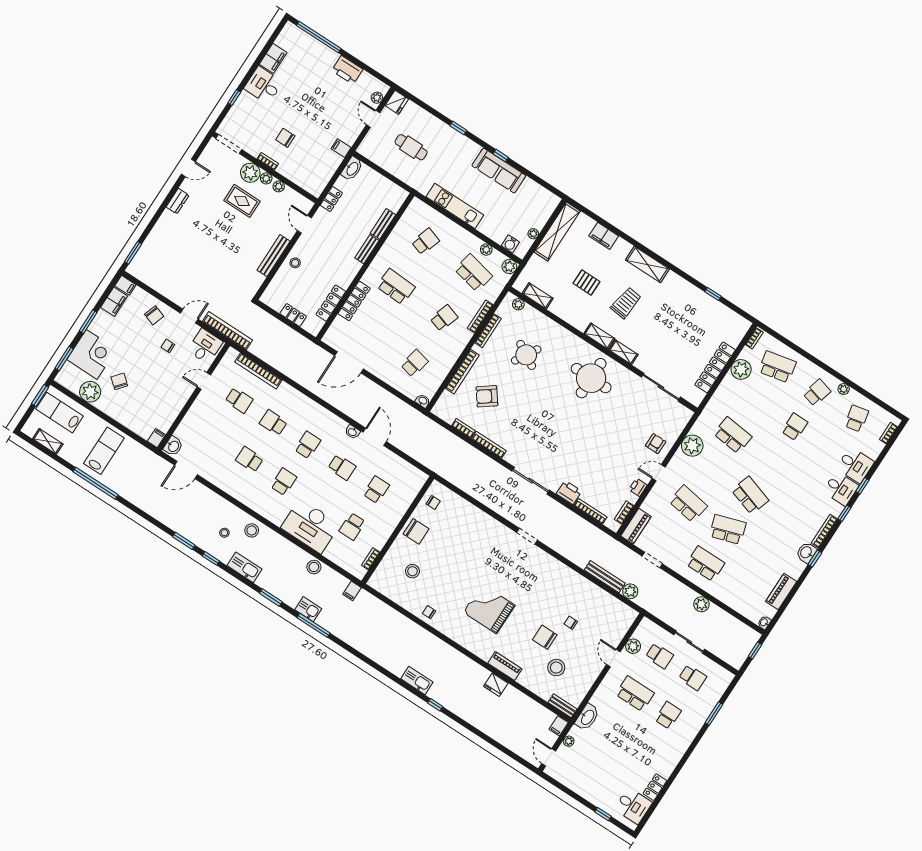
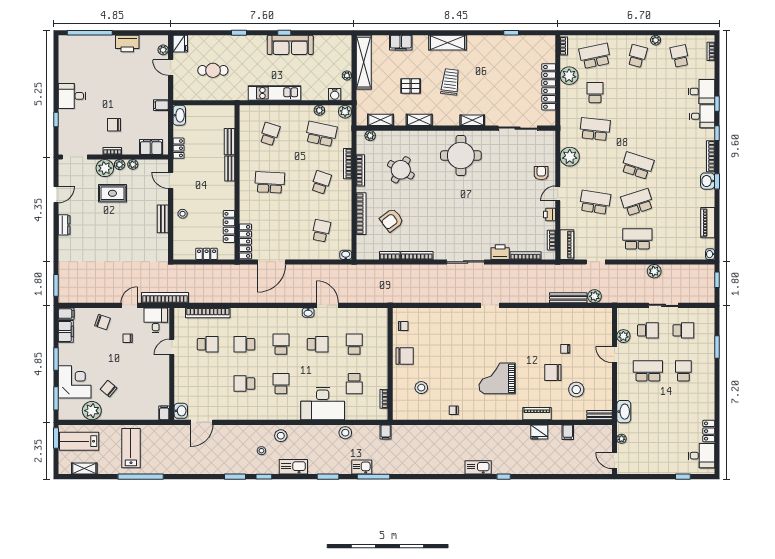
filing cabinet: (273, 58) -> (151, 147), moved, turned -90
bench: (274, 256) -> (163, 219), width x0.73
locker: (354, 301) -> (245, 241), moved
shelving: (599, 336) -> (419, 120), moved
school desk: (795, 427) -> (595, 93), moved
filing cabinet: (559, 726) -> (568, 432), moved

